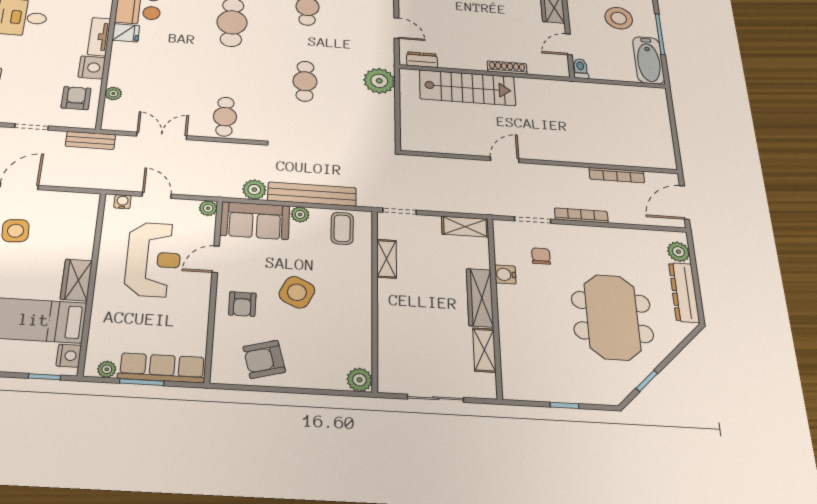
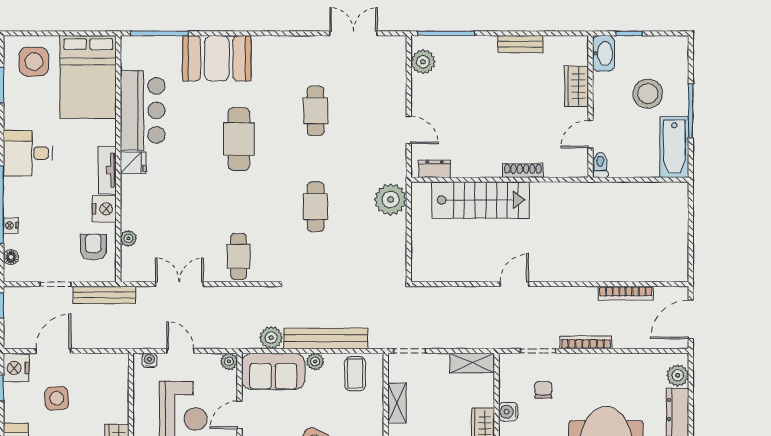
bench: (90, 140) -> (104, 295), width x1.36

